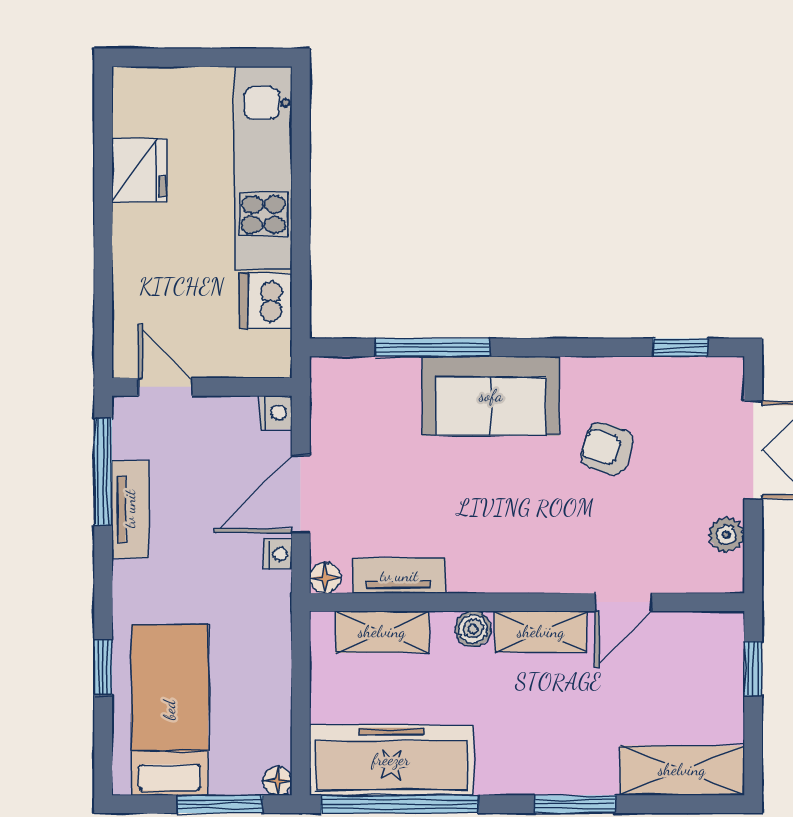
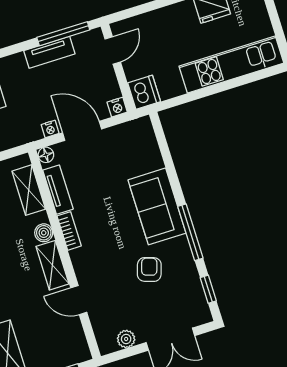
dishwasher: (266, 301) -> (144, 92), moved, turned 90
window: (433, 347) -> (190, 232), moved
bookcase: (485, 579) -> (69, 231), added

